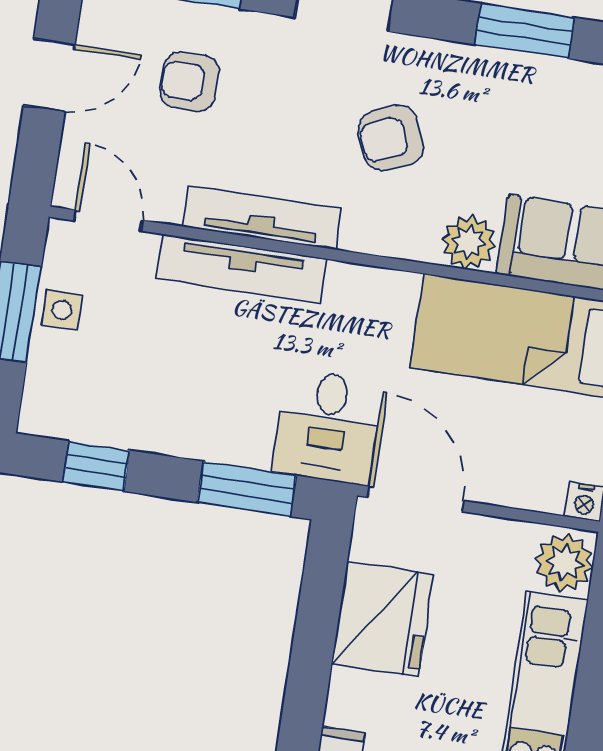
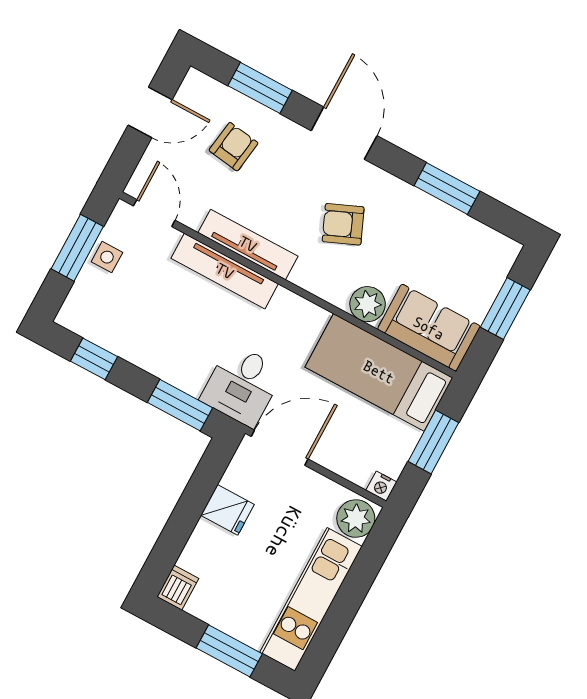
armchair: (190, 82) -> (234, 147), turned 98
door: (415, 499) -> (280, 448), hinge flipped
fridge: (382, 619) -> (227, 510), width x0.53, depth x0.75

